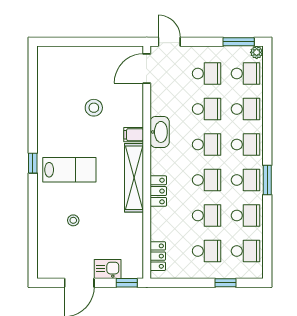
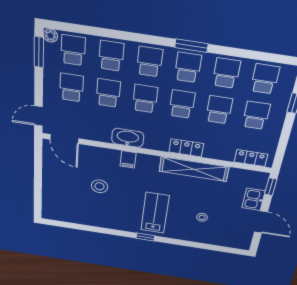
shelving: (134, 178) -> (194, 169), moved

